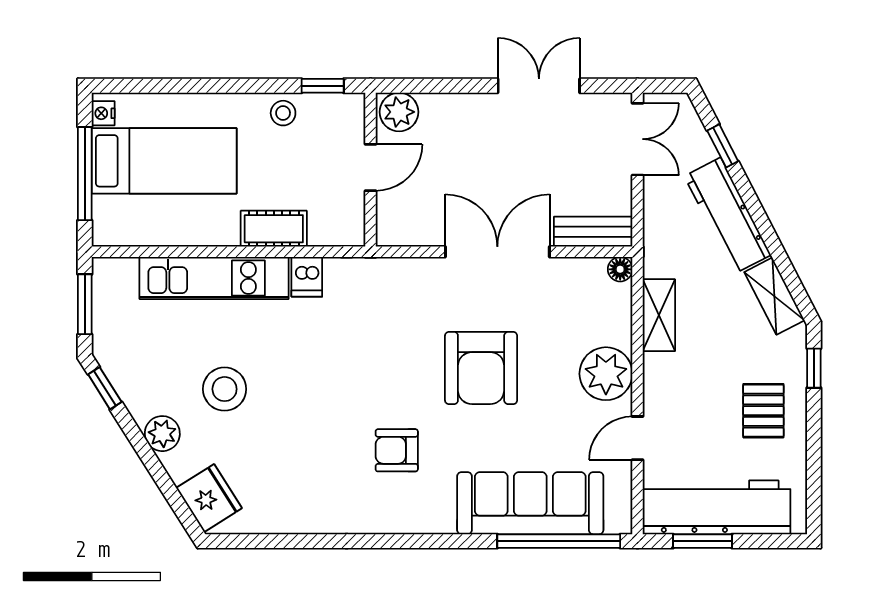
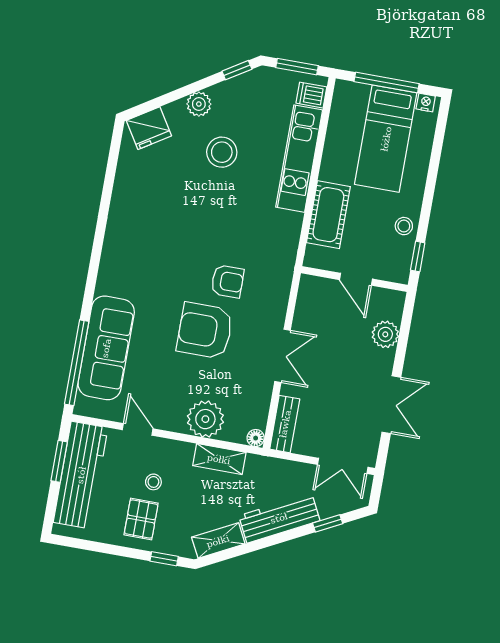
plant: (399, 112) -> (385, 334), moved
cot: (274, 229) -> (328, 215), width x1.37, depth x1.34
double door: (497, 252) -> (283, 356), width x0.73
dishwasher: (307, 277) -> (311, 95), moved
plant: (606, 374) -> (205, 419), moved
stool: (708, 403) -> (153, 482), added
pallet: (763, 411) -> (141, 519), turned 90
armchair: (397, 450) -> (227, 281), moved, turned 90

